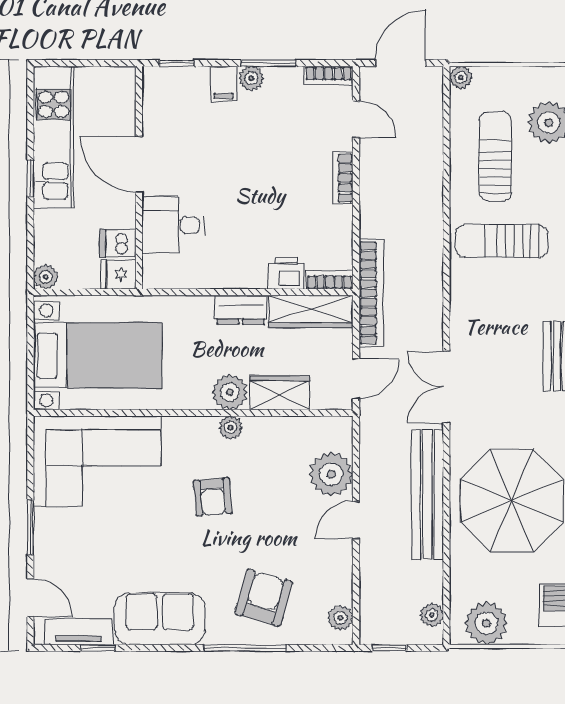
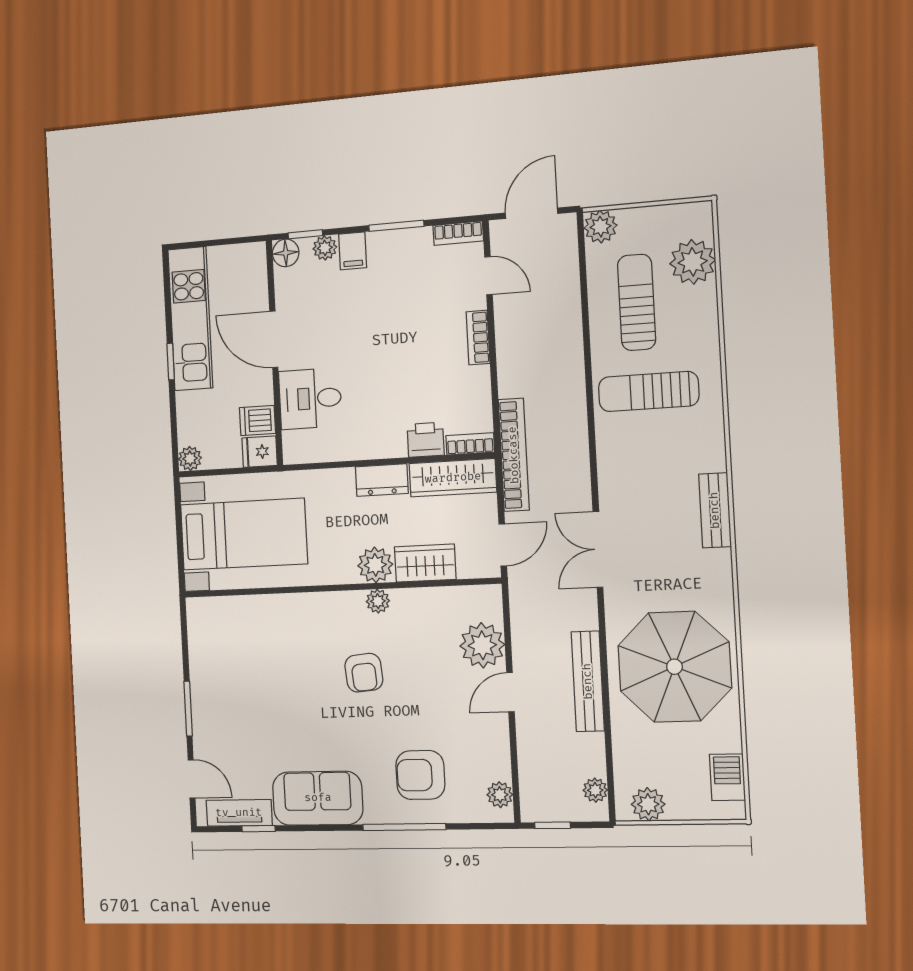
plant: (251, 78) -> (325, 248), moved
plant: (461, 78) -> (600, 227), width x1.38, depth x1.38
floor lamp: (156, 80) -> (286, 253), added
corner sofa: (97, 461) -> (249, 641), removed
bench: (427, 494) -> (588, 681), width x0.73, depth x0.82
armchair: (264, 598) -> (420, 775), turned -106
plant: (486, 623) -> (648, 804), width x0.73, depth x0.73

